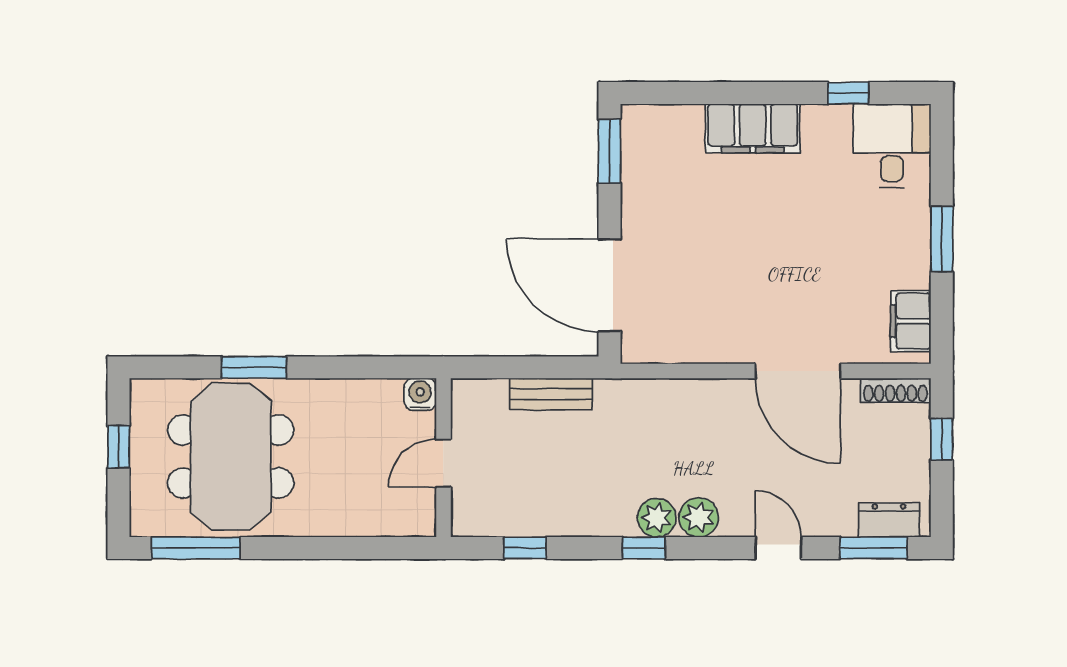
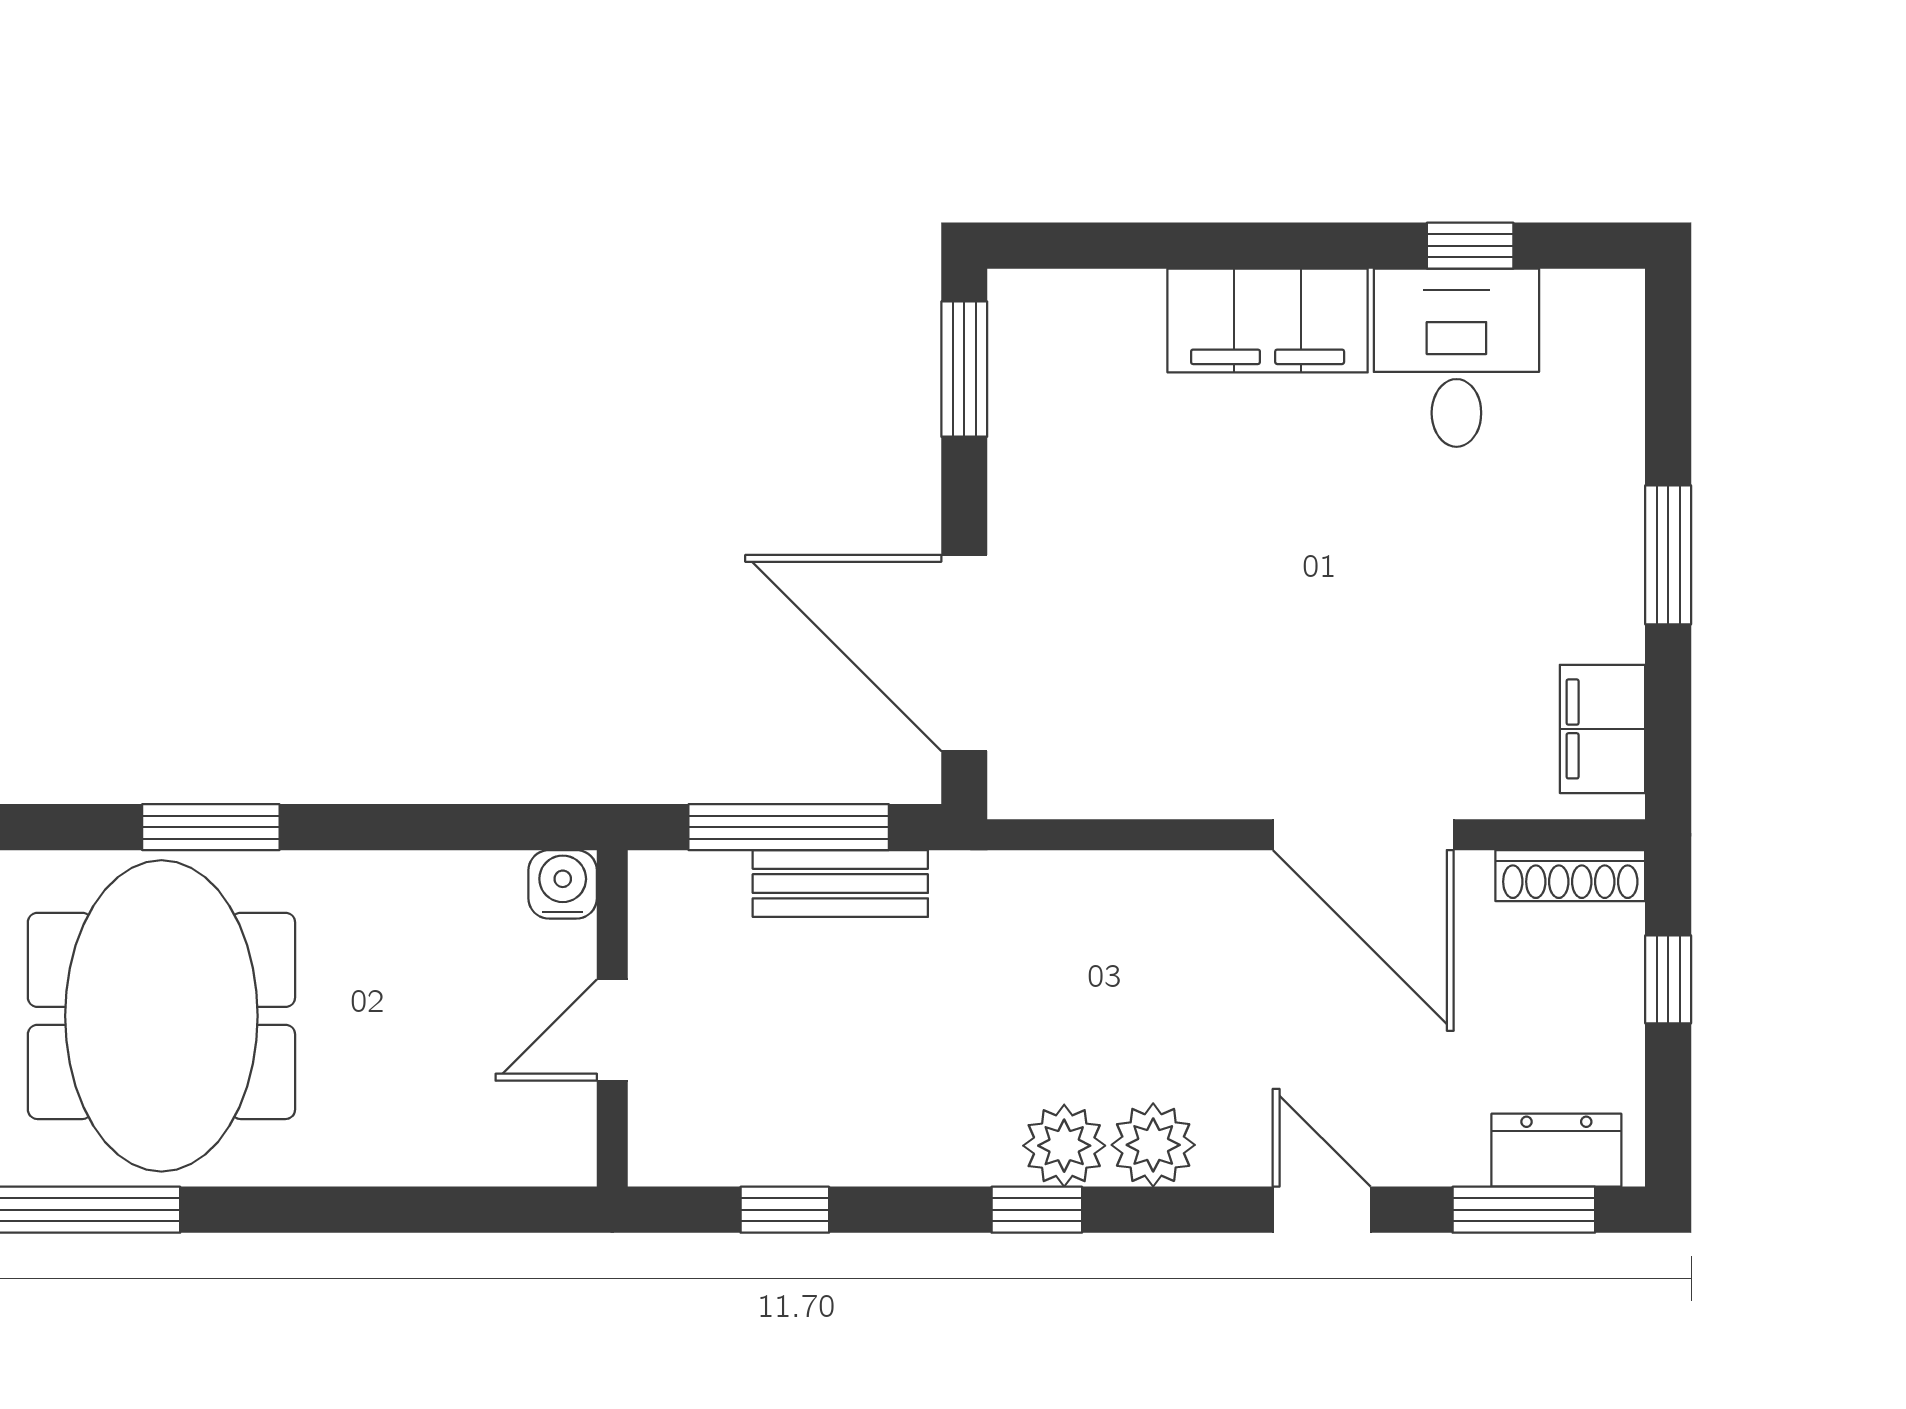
desk: (892, 146) -> (1456, 358), moved
window: (527, 367) -> (789, 827), added

